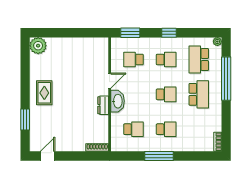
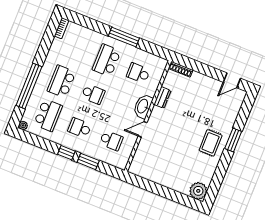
window: (130, 33) -> (88, 161), moved
school desk: (166, 94) -> (93, 94), turned 180
dresser: (103, 105) -> (162, 97), moved
window: (25, 120) -> (233, 140), moved
school desk: (166, 129) -> (107, 60), width x1.85

